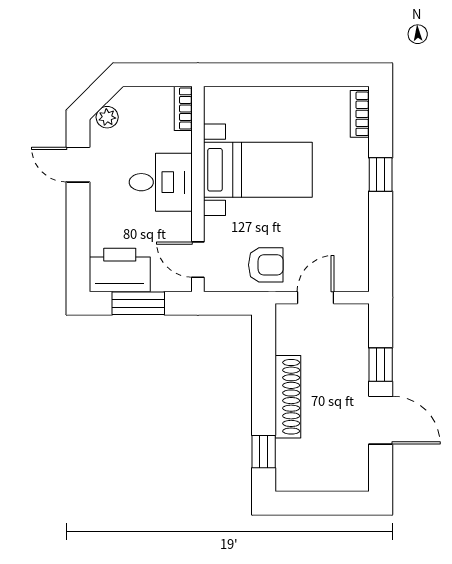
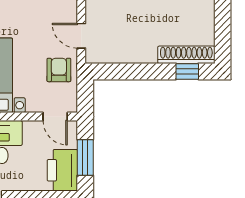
door: (198, 260) -> (55, 117), hinge flipped
shoe rack: (288, 397) -> (186, 55), moved

